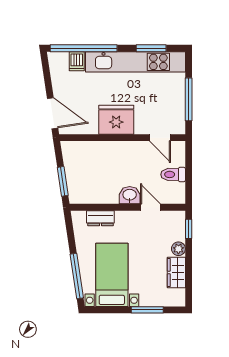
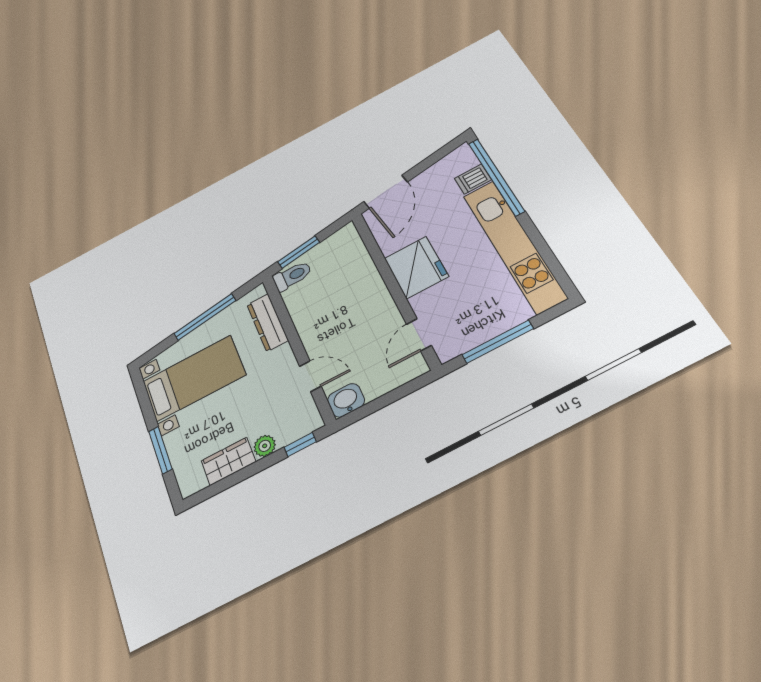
window: (151, 48) -> (546, 254), removed
toilet: (173, 174) -> (292, 276), moved, turned 90
washbasin: (130, 195) -> (346, 400), moved, turned -90
door: (150, 207) -> (310, 376), hinge flipped
dresser: (100, 218) -> (267, 322), width x1.44
window: (77, 276) -> (205, 317), moved

